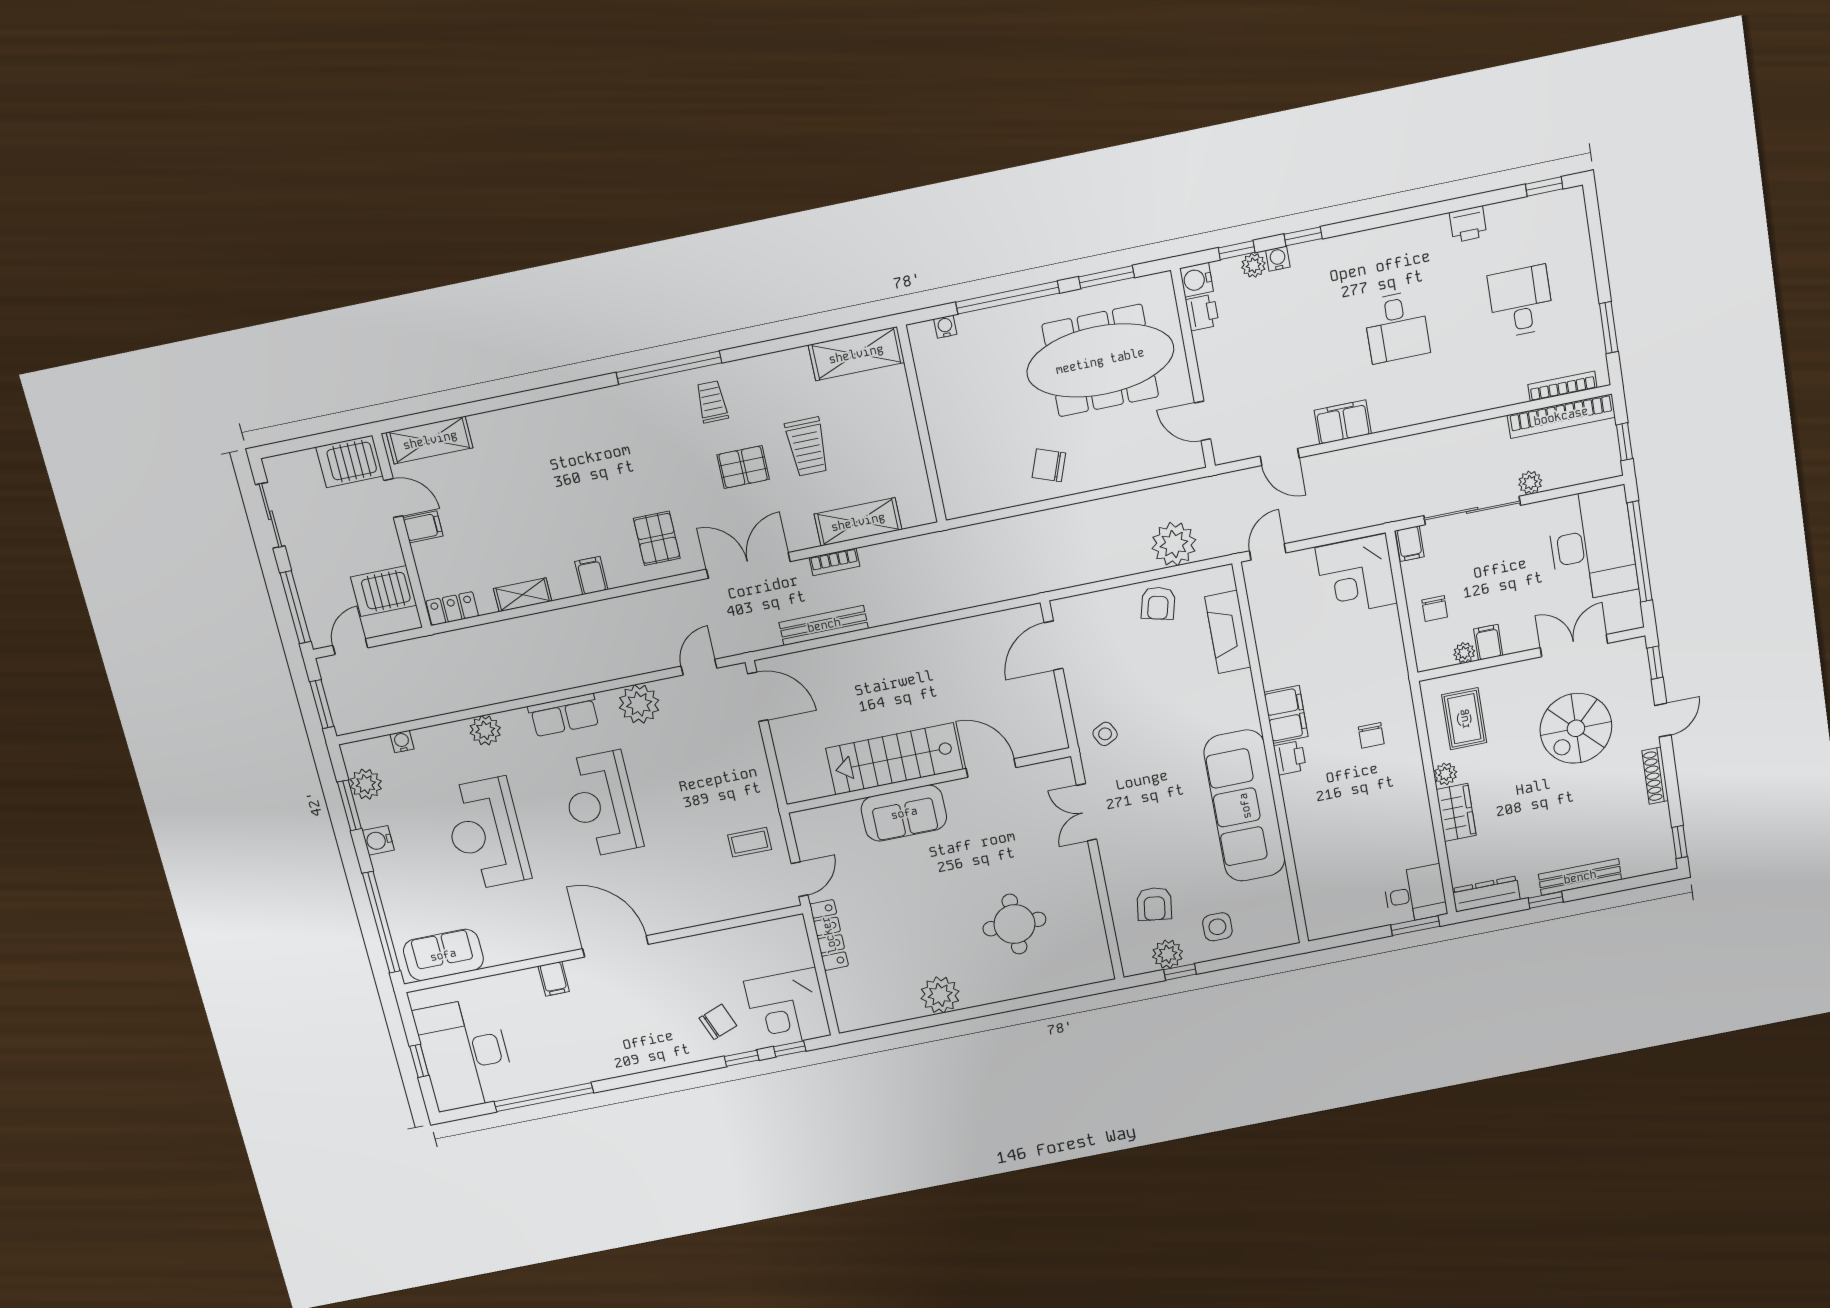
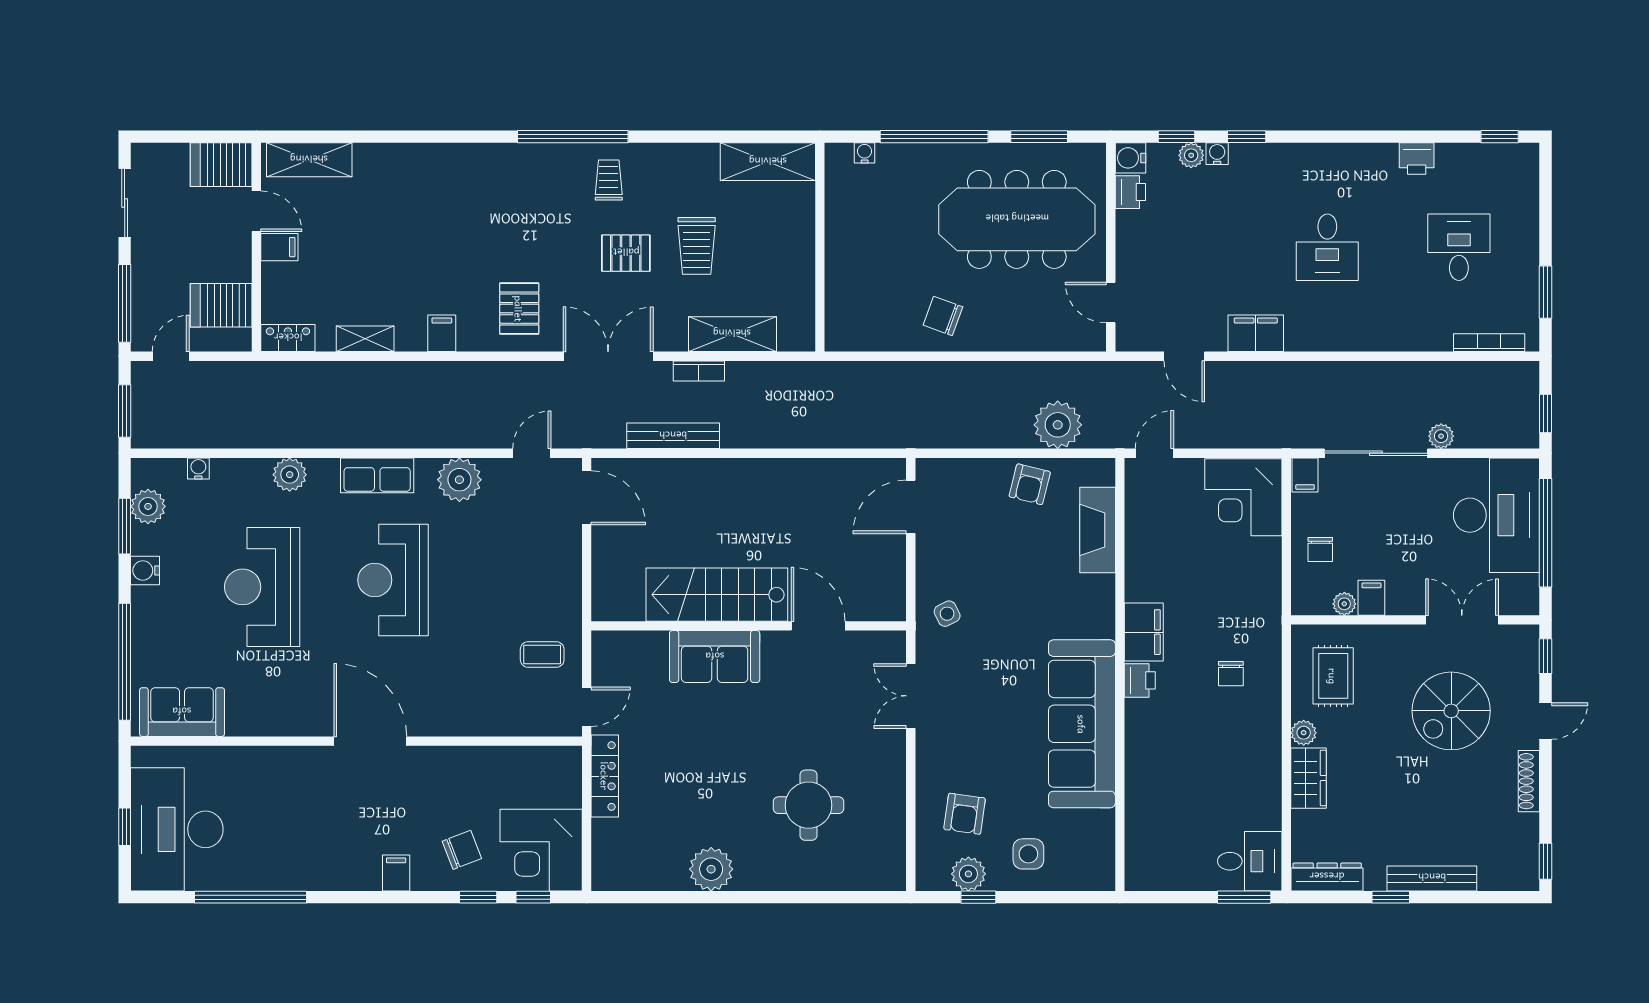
bookcase: (1561, 416) -> (1483, 374), removed
filing cabinet: (554, 979) -> (396, 873), moved, turned 180

